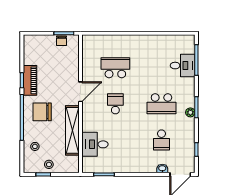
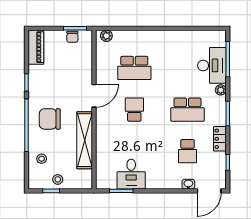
plant: (91, 40) -> (106, 36), added
desk: (183, 66) -> (212, 65), width x1.37
school desk: (115, 68) -> (134, 68), turned 180
piano: (30, 80) -> (36, 47), moved
plant: (190, 112) -> (221, 90), moved
locker: (190, 129) -> (220, 139), added
desk: (95, 144) -> (131, 174), moved, turned -90

